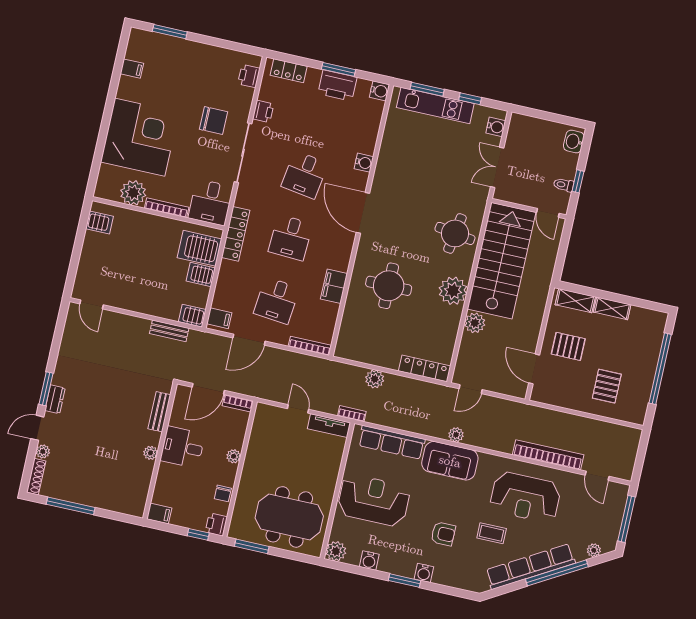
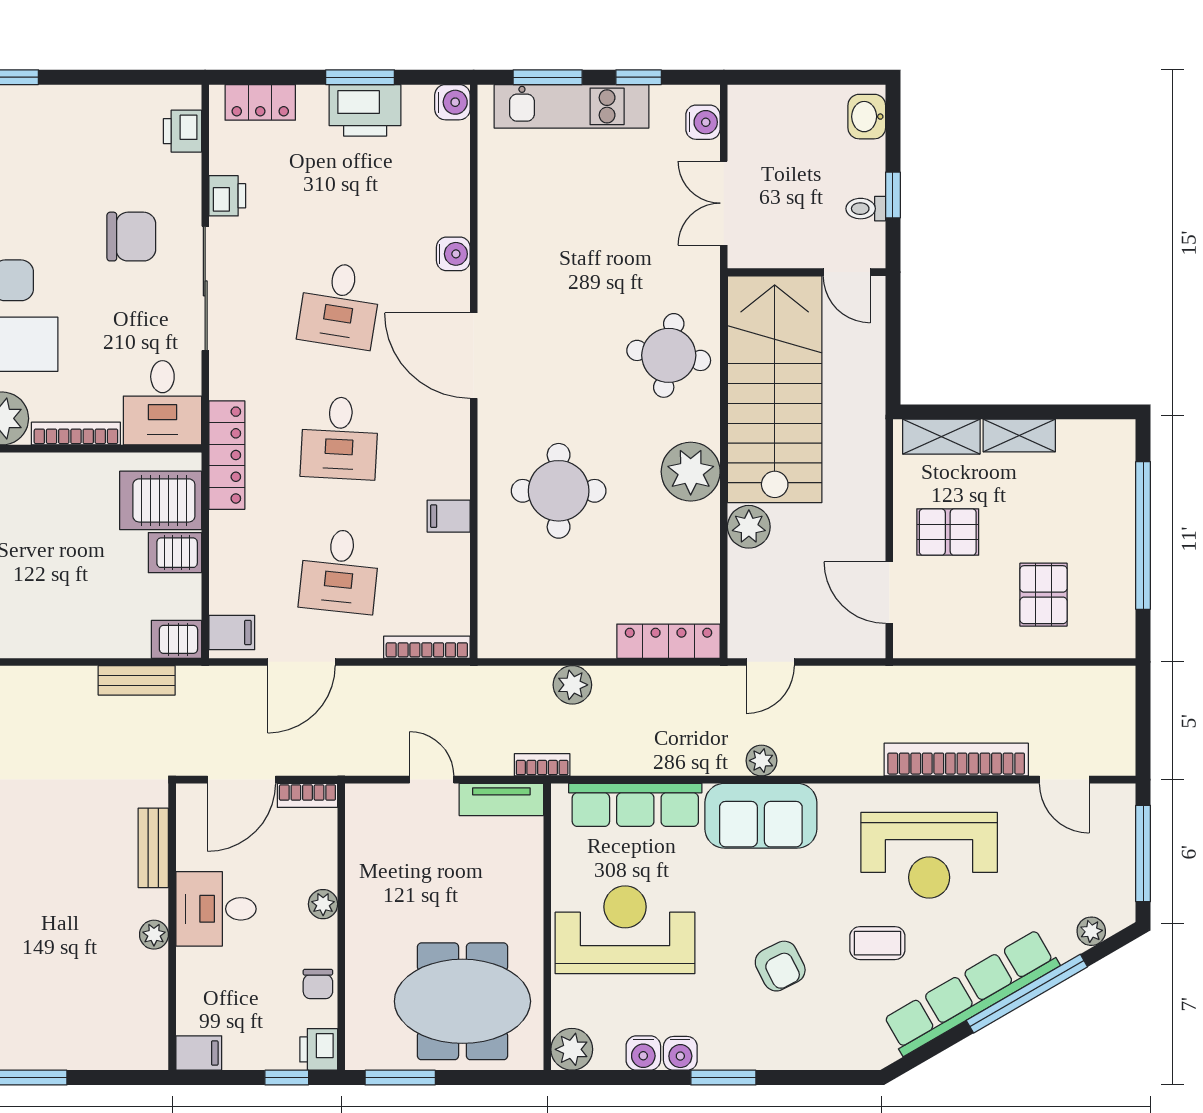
filing cabinet: (334, 286) -> (449, 516), width x0.50
armchair: (443, 534) -> (780, 966), turned 63
water cooler: (424, 573) -> (680, 1053), moved

